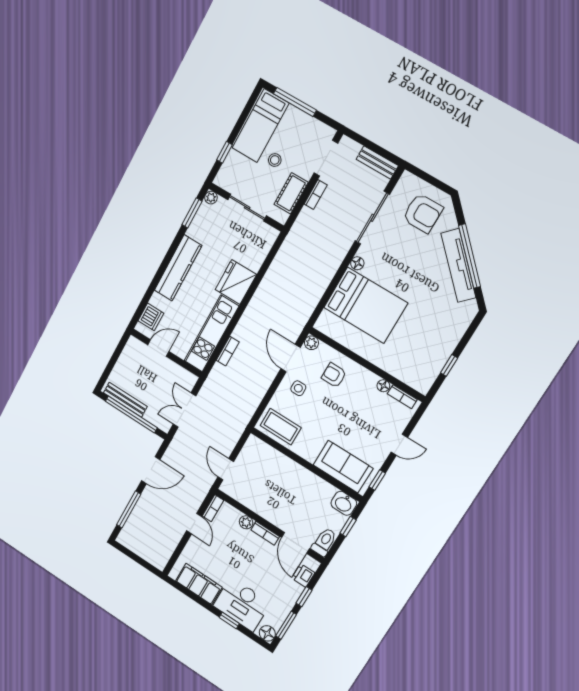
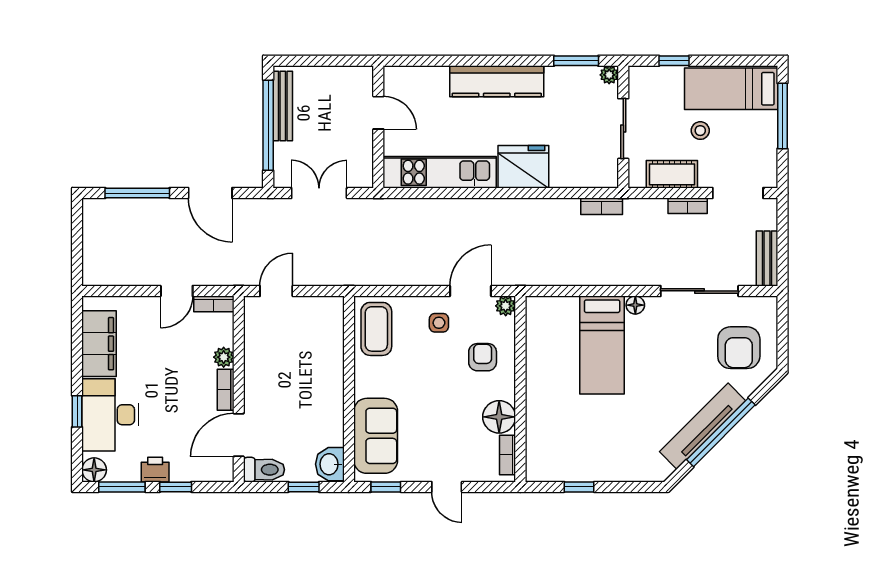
bed: (366, 305) -> (602, 345), width x0.67
dishwasher: (151, 317) -> (413, 80), removed
bookcase: (228, 351) -> (602, 206), moved
floor lamp: (383, 386) -> (499, 417), width x1.89, depth x1.89
printer: (303, 575) -> (155, 470), moved

